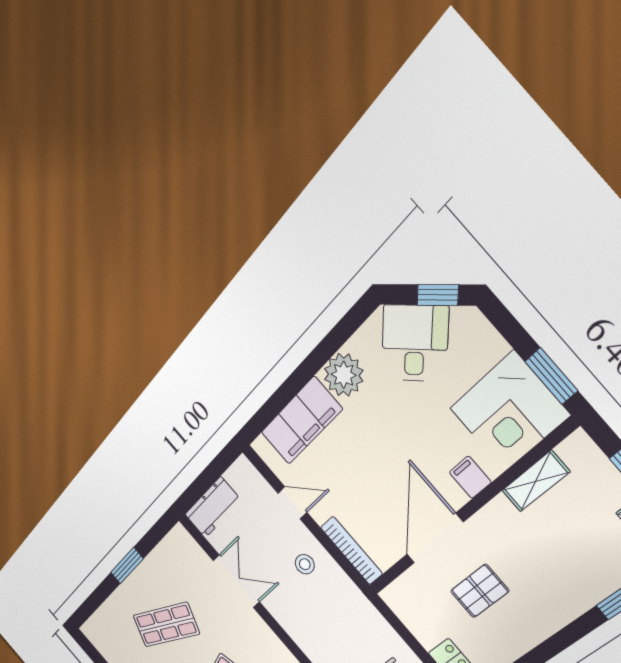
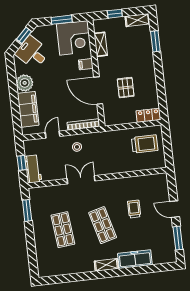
window: (551, 376) -> (62, 20), moved
window: (207, 479) -> (22, 163), added
window: (127, 566) -> (27, 210), moved
double door: (236, 581) -> (81, 180), moved
shop shelf: (166, 625) -> (63, 230), turned -30

